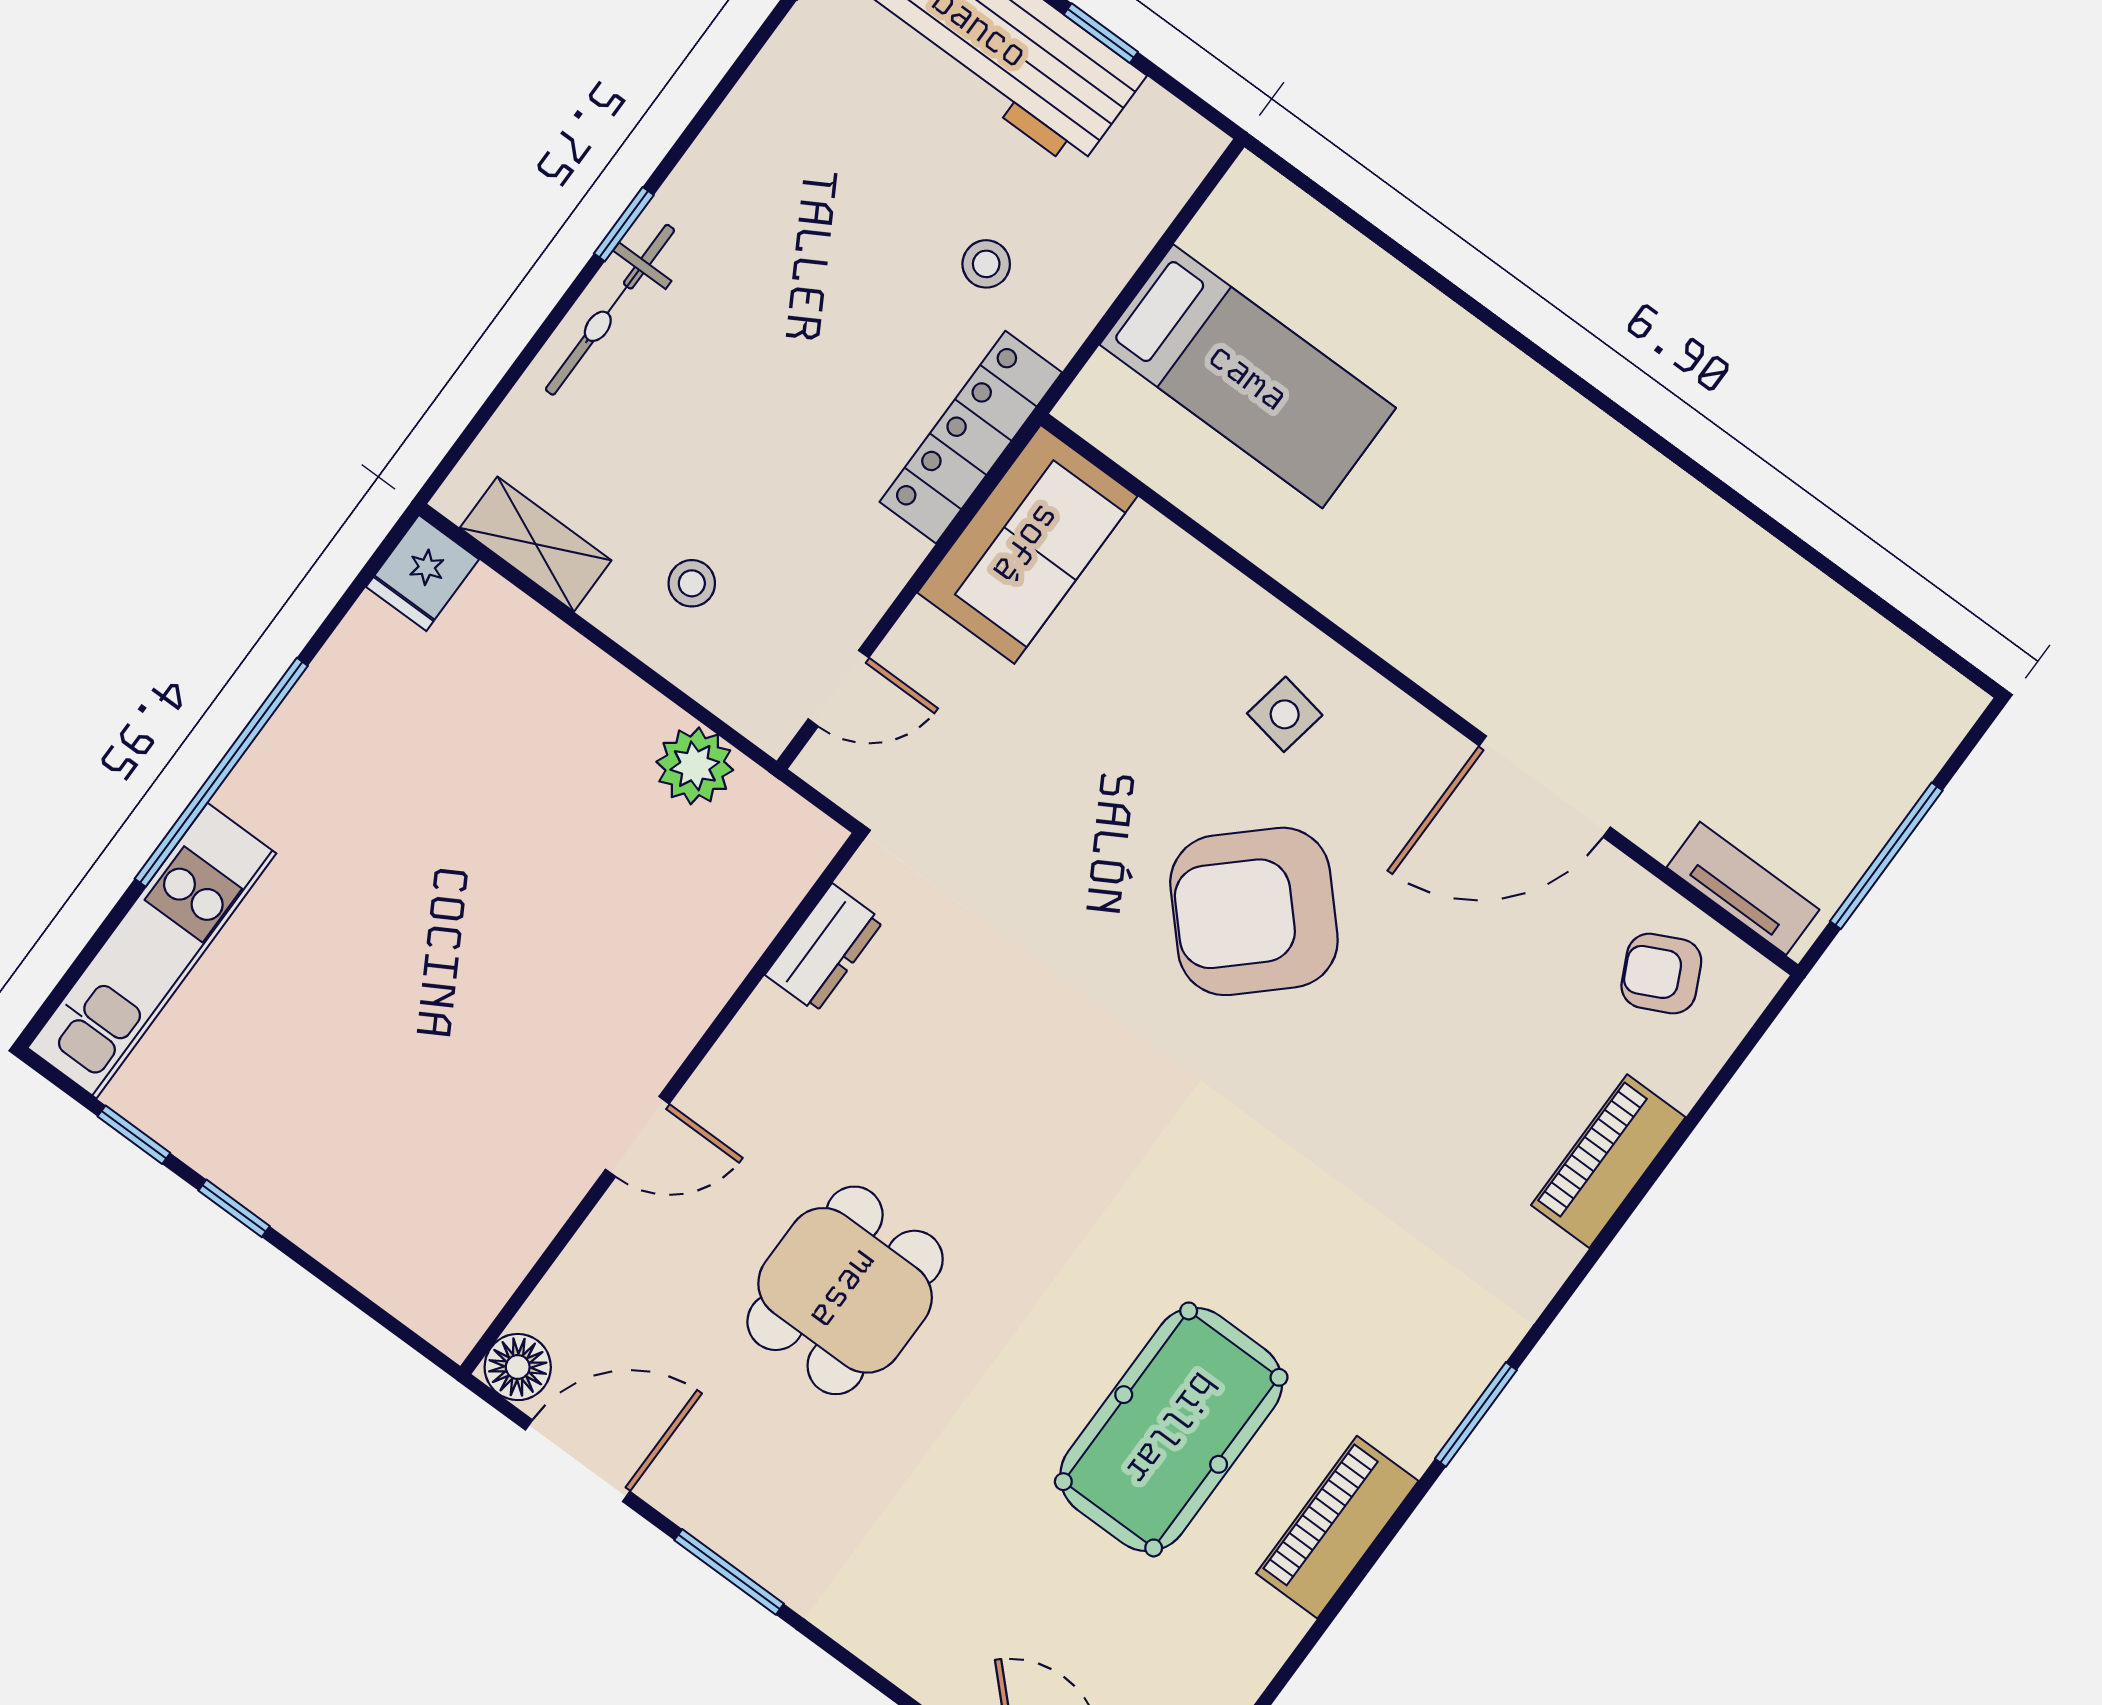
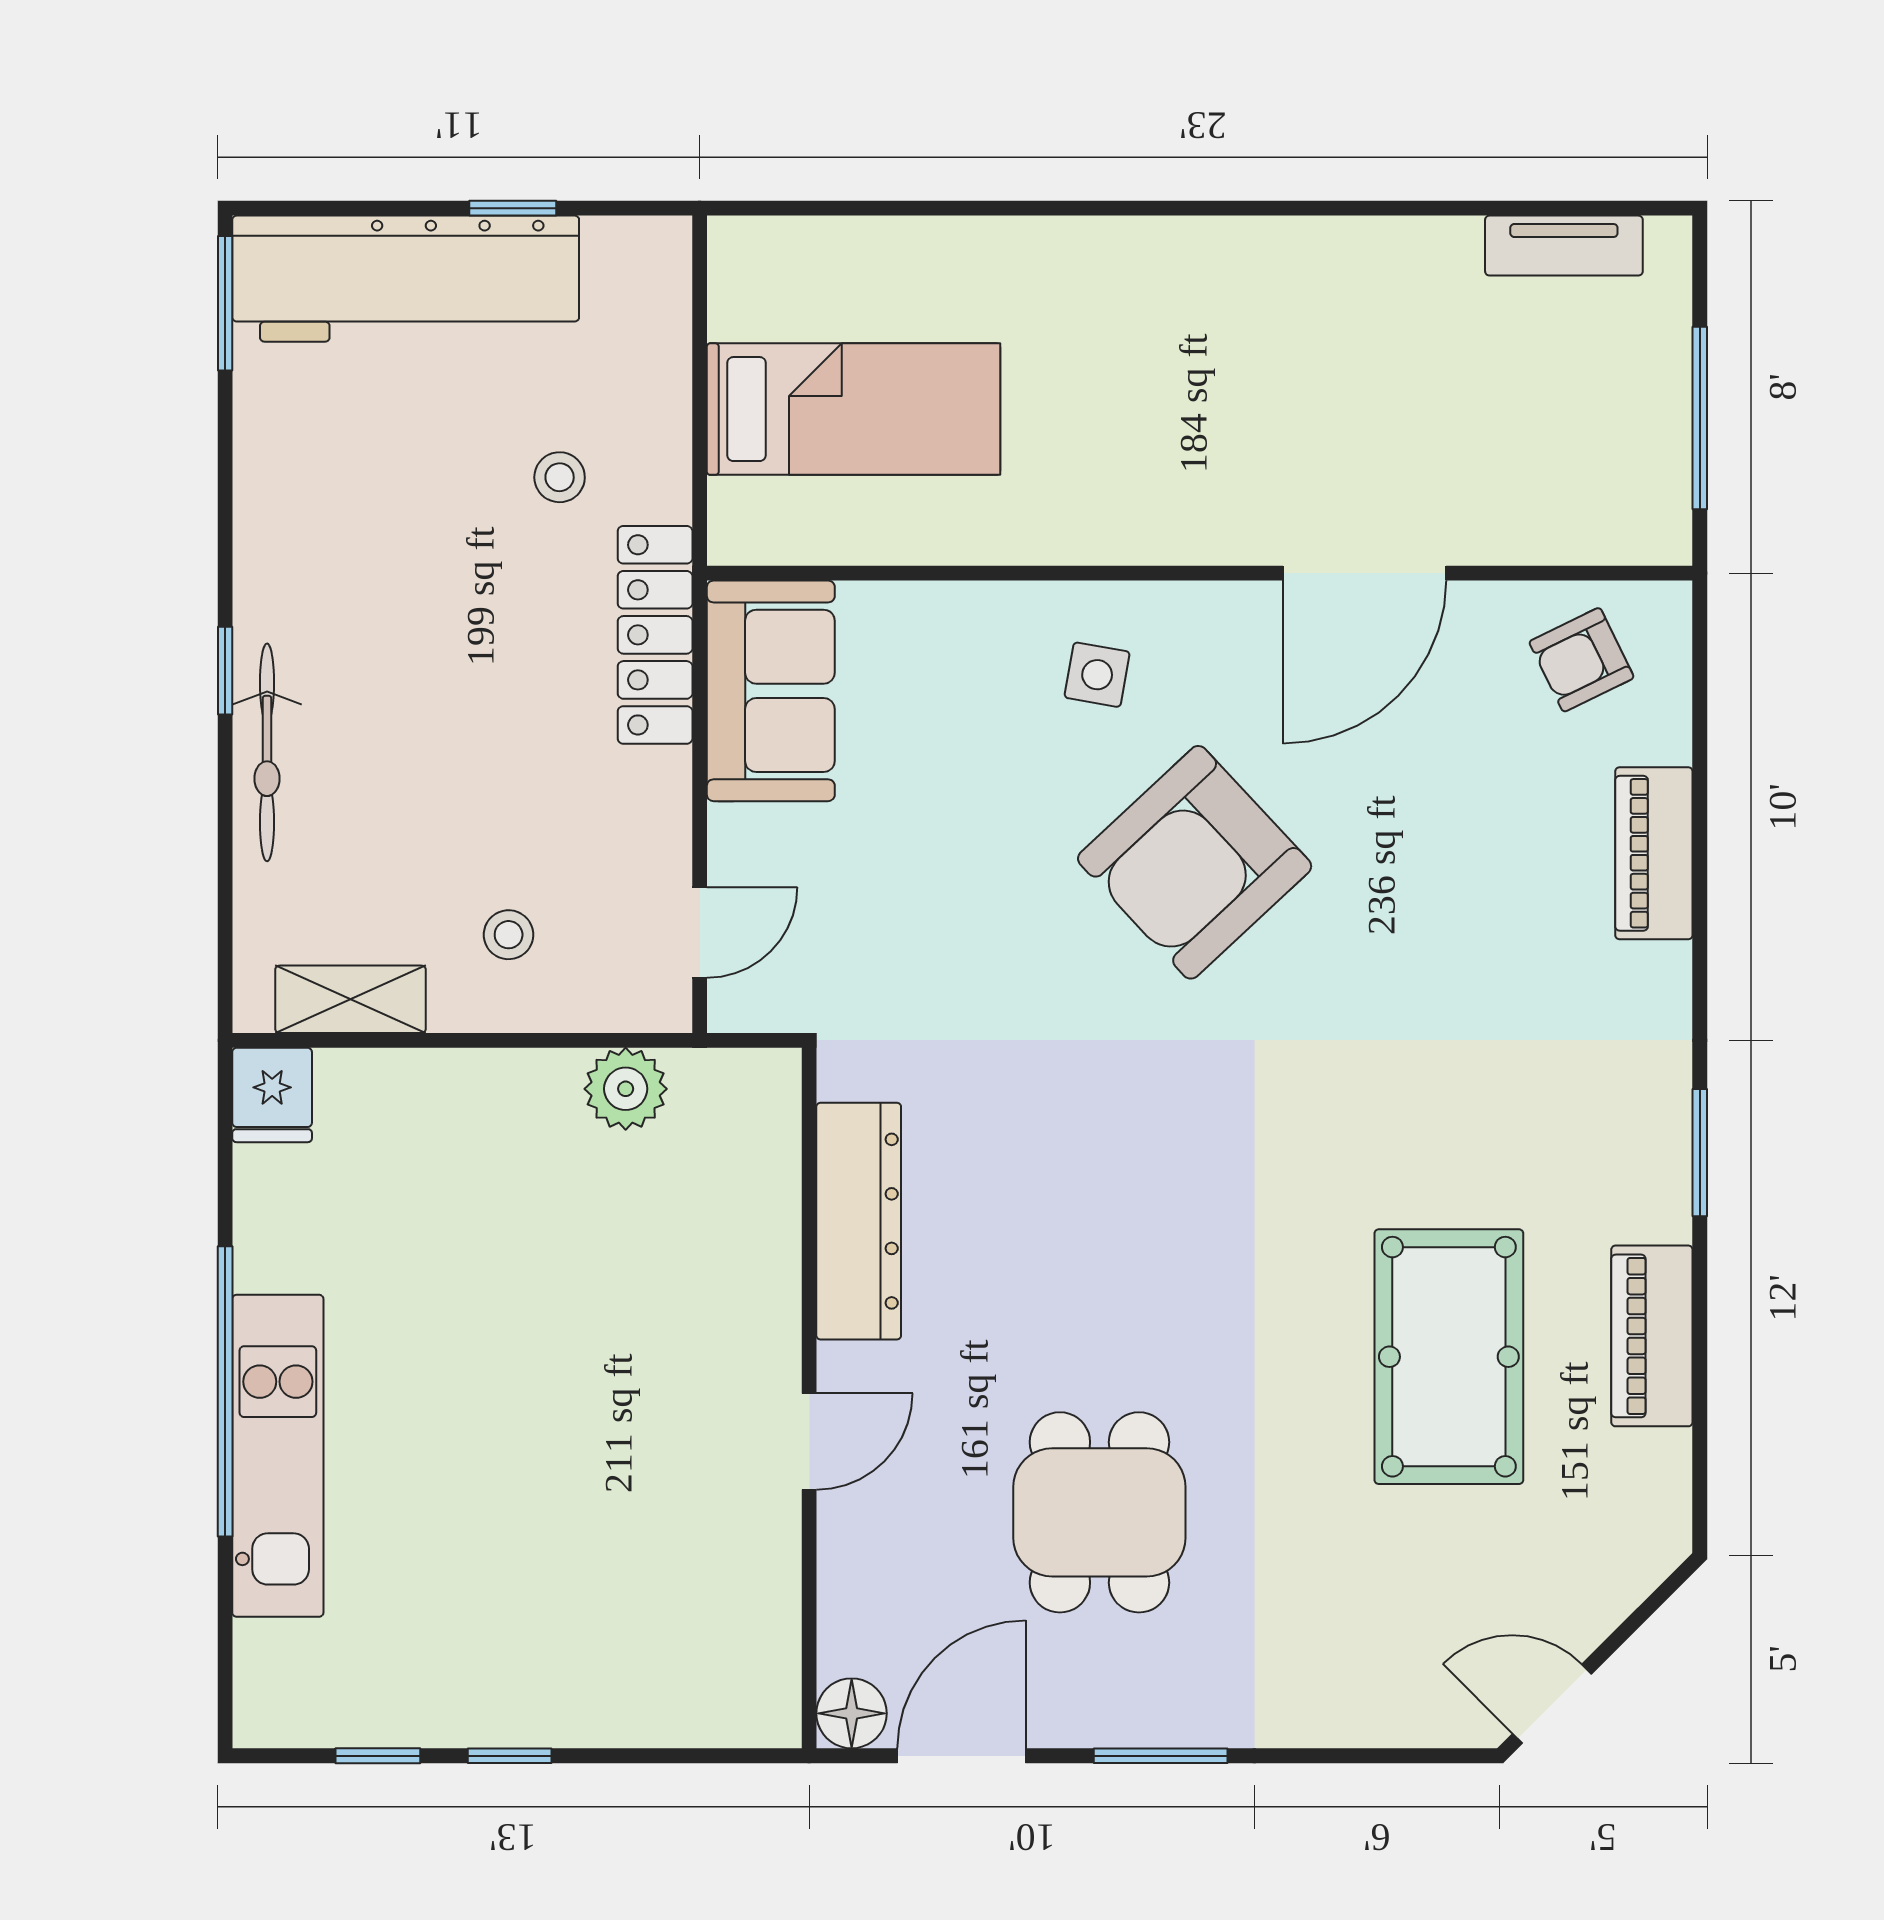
tv unit: (1743, 888) -> (1564, 246), moved, turned 180
dresser: (824, 948) -> (859, 1221), width x1.96, depth x1.24
kitchen unit: (152, 951) -> (278, 1456), moved
dining table: (845, 1290) -> (1099, 1512), moved

